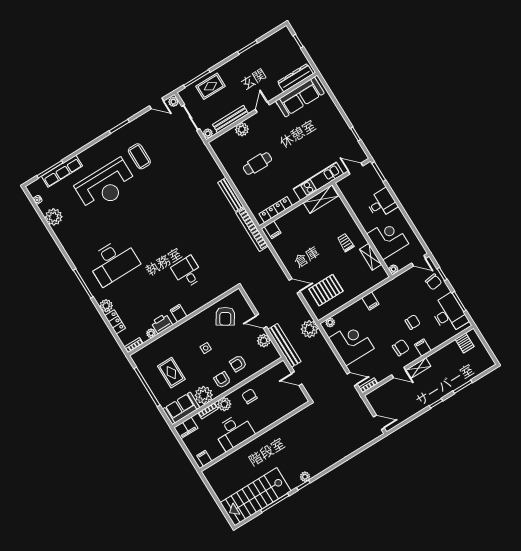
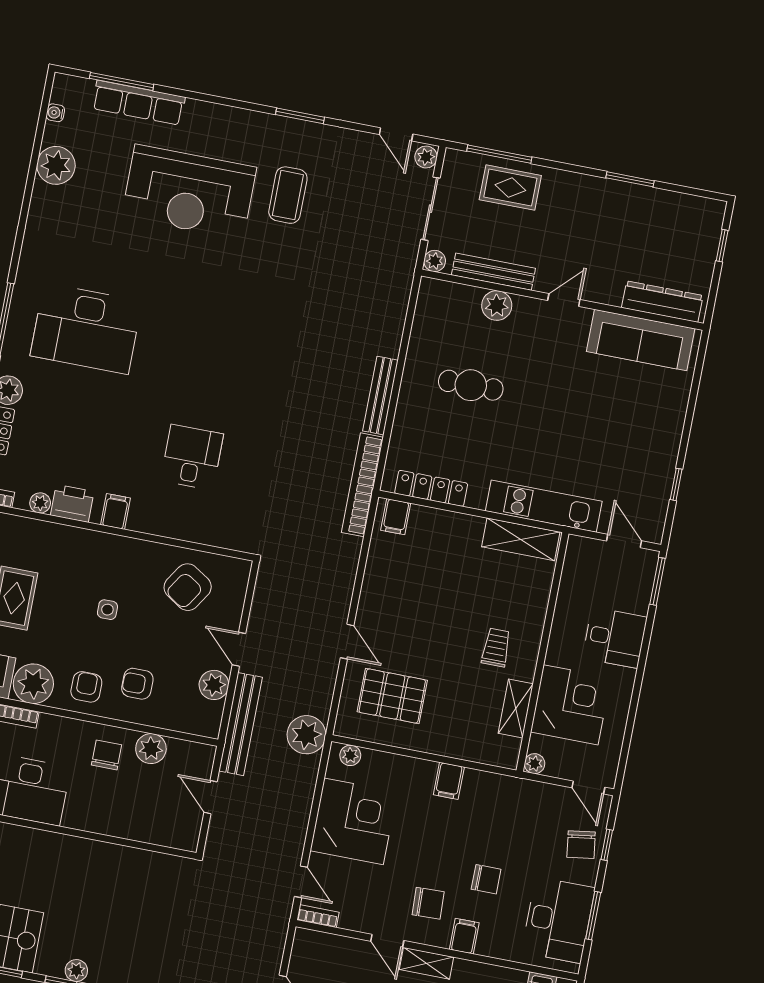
plant: (224, 404) -> (151, 749), moved

